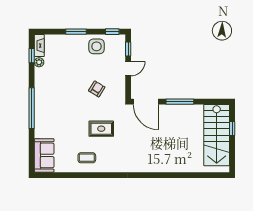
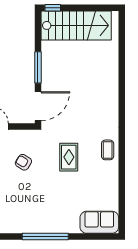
window: (232, 128) -> (53, 8), moved
coffee table: (87, 158) -> (108, 150), moved

